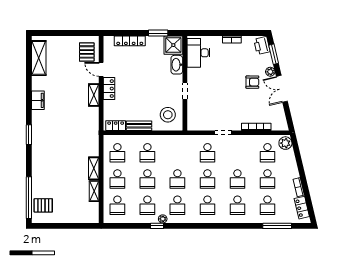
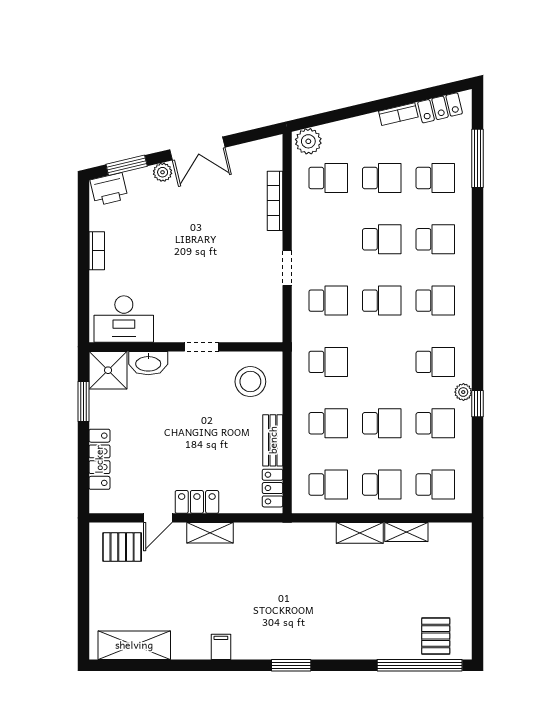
armchair: (252, 82) -> (184, 209), removed
filing cabinet: (38, 100) -> (221, 647), width x0.50
school desk: (177, 179) -> (328, 362), moved

